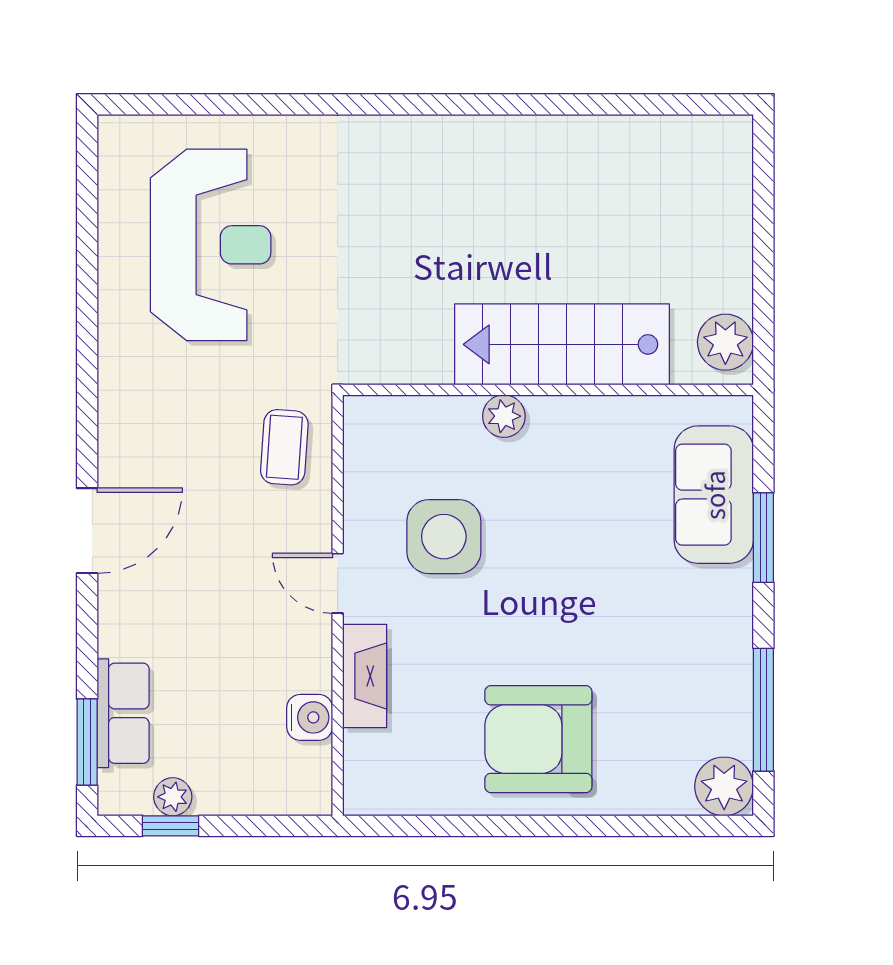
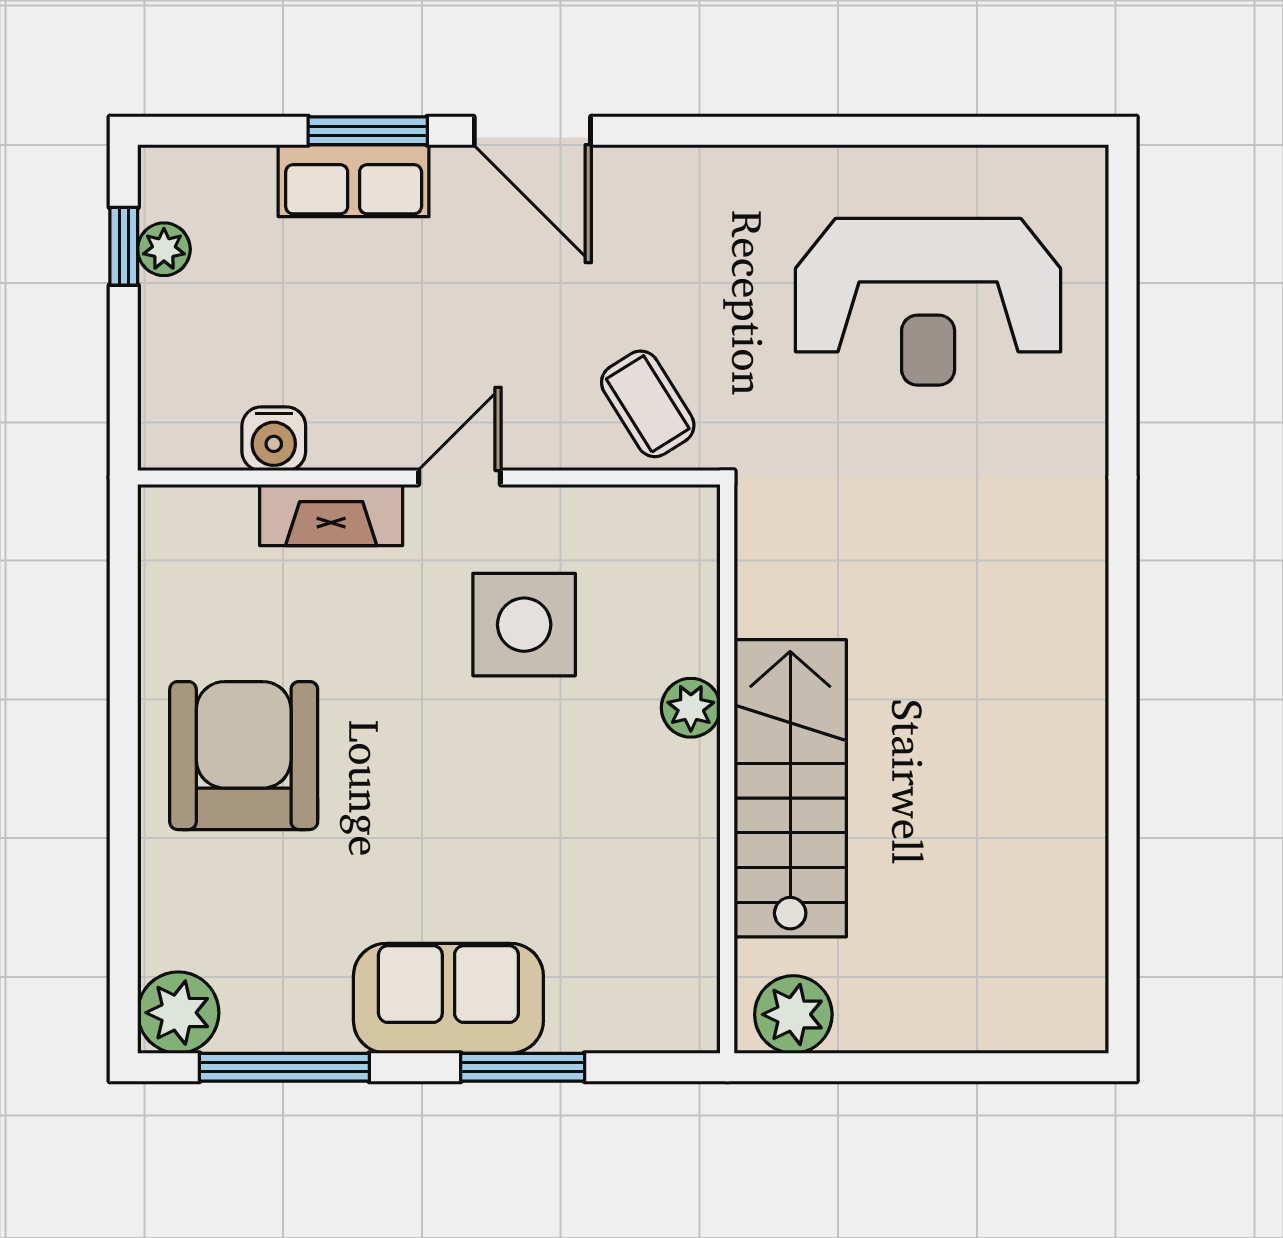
coffee table: (284, 447) -> (648, 404), turned 54
sofa: (714, 495) -> (448, 998), moved
row of seats: (123, 713) -> (354, 181), moved
window: (87, 742) -> (368, 131), moved

